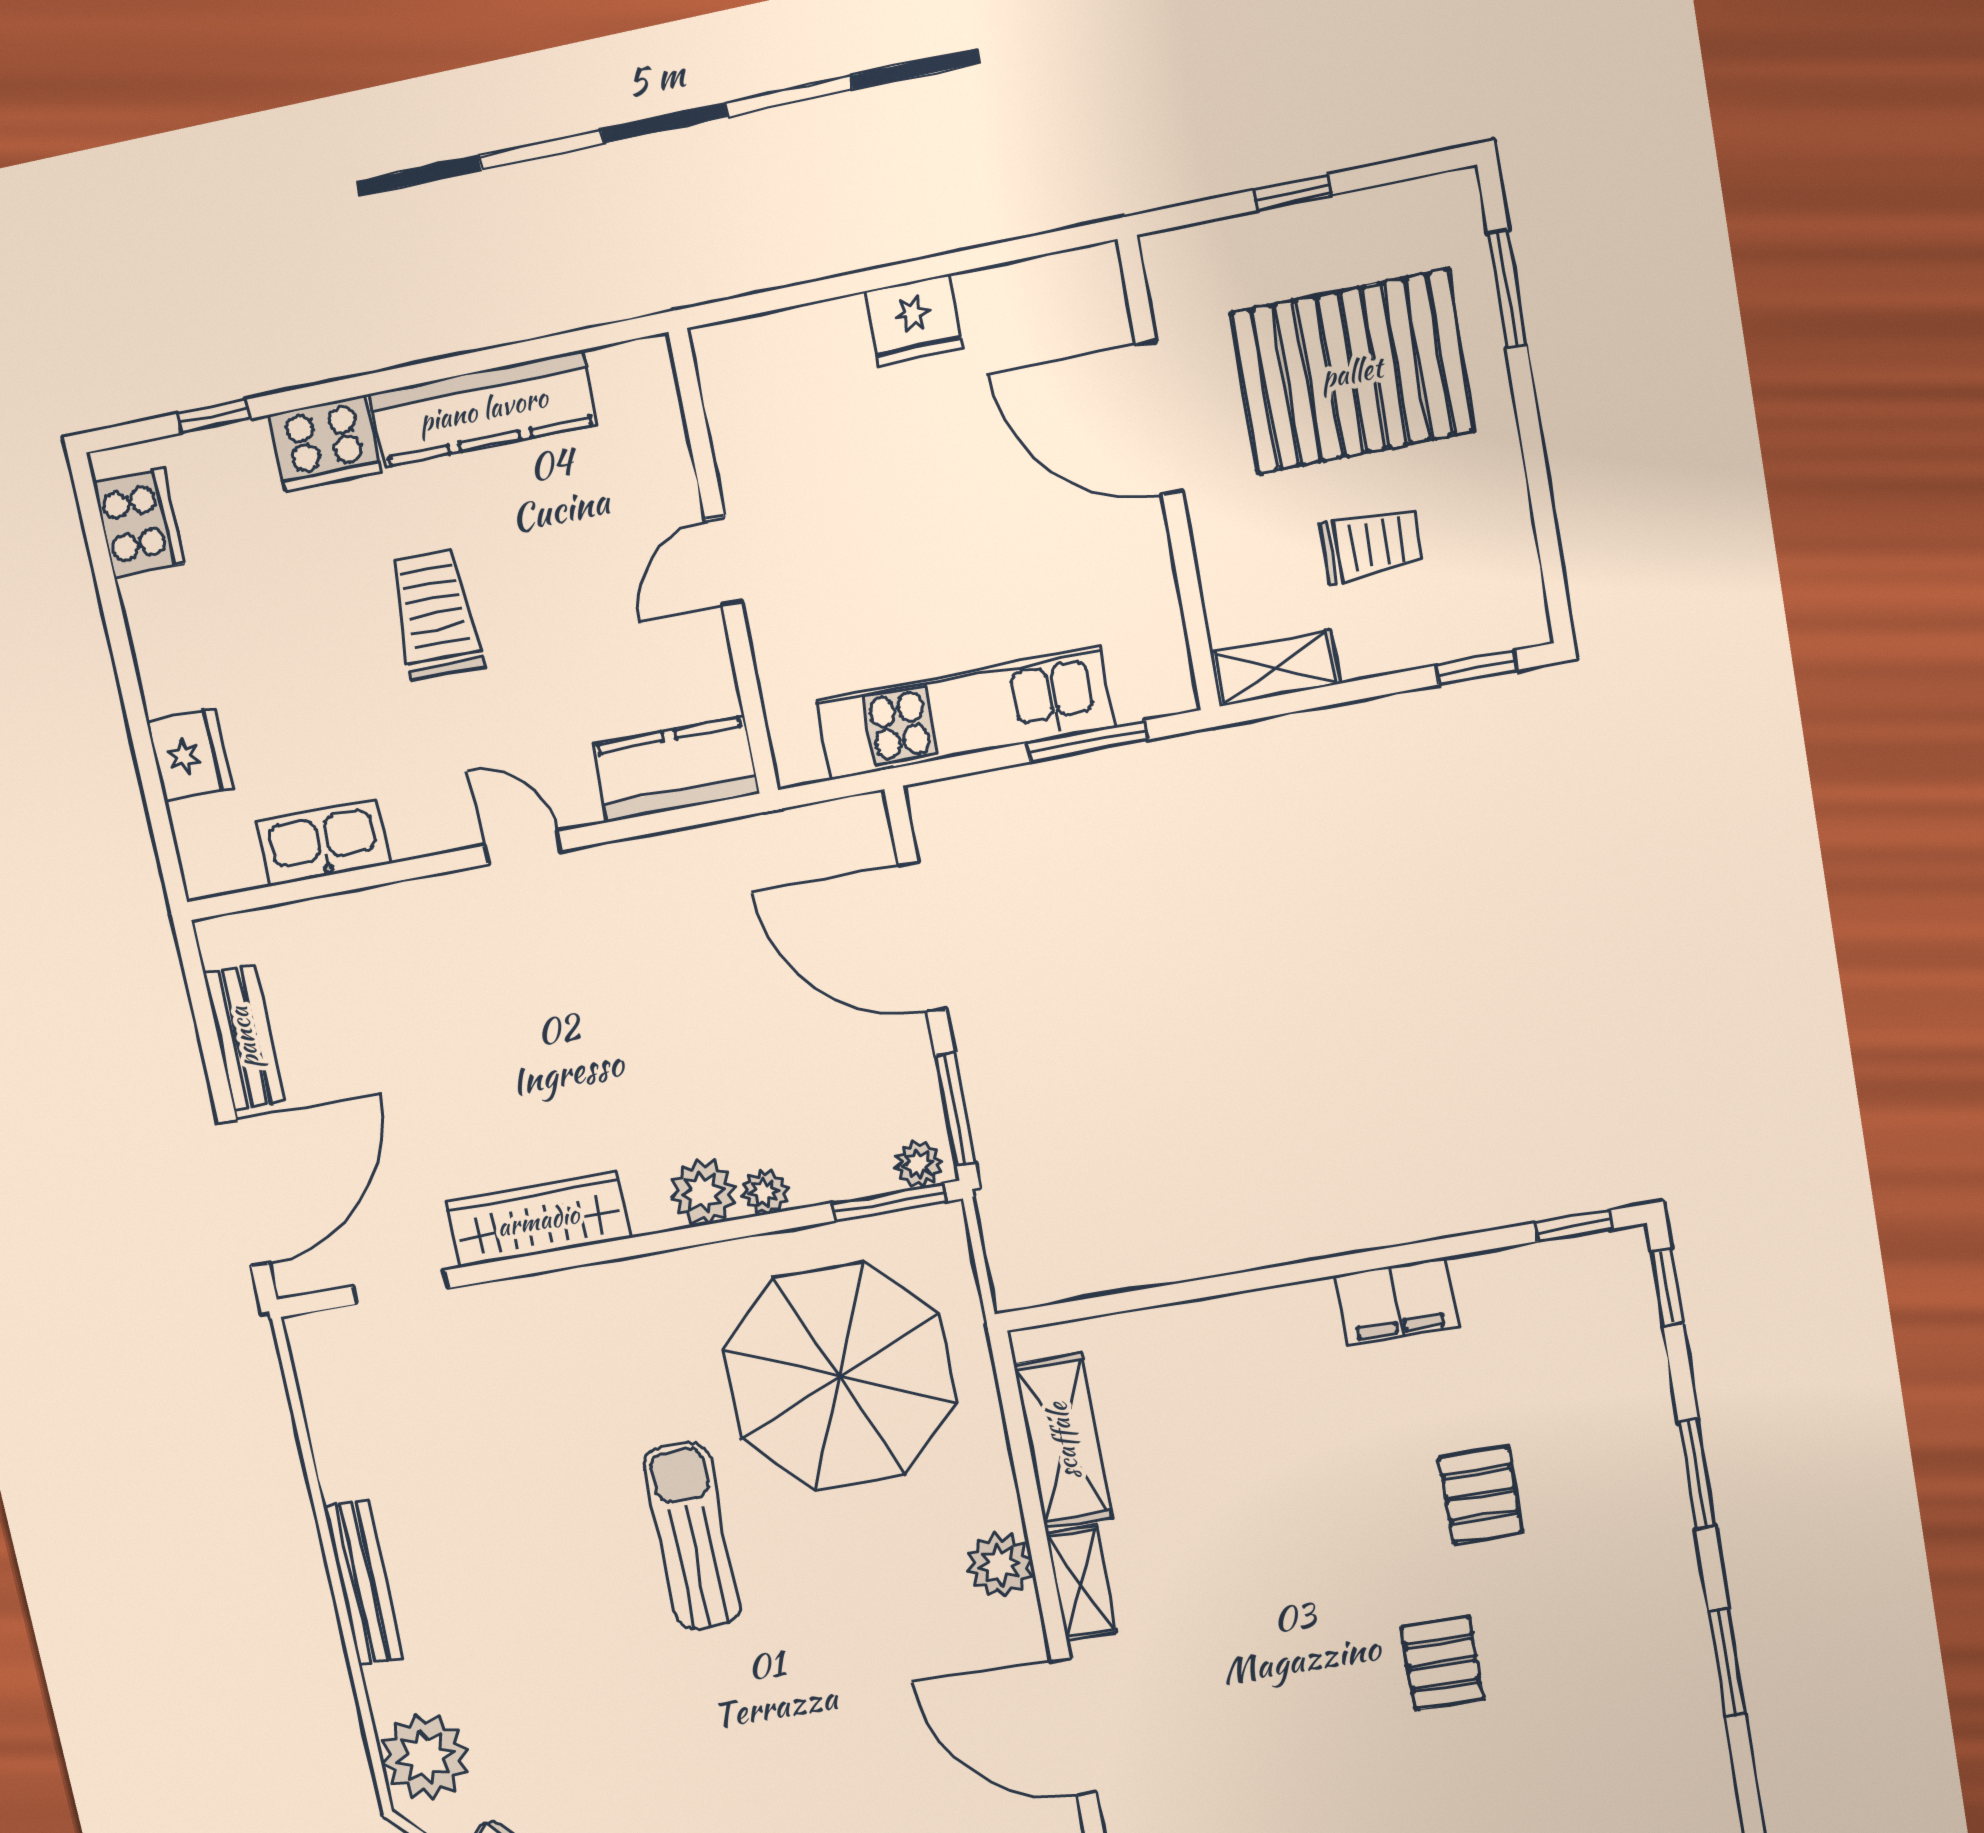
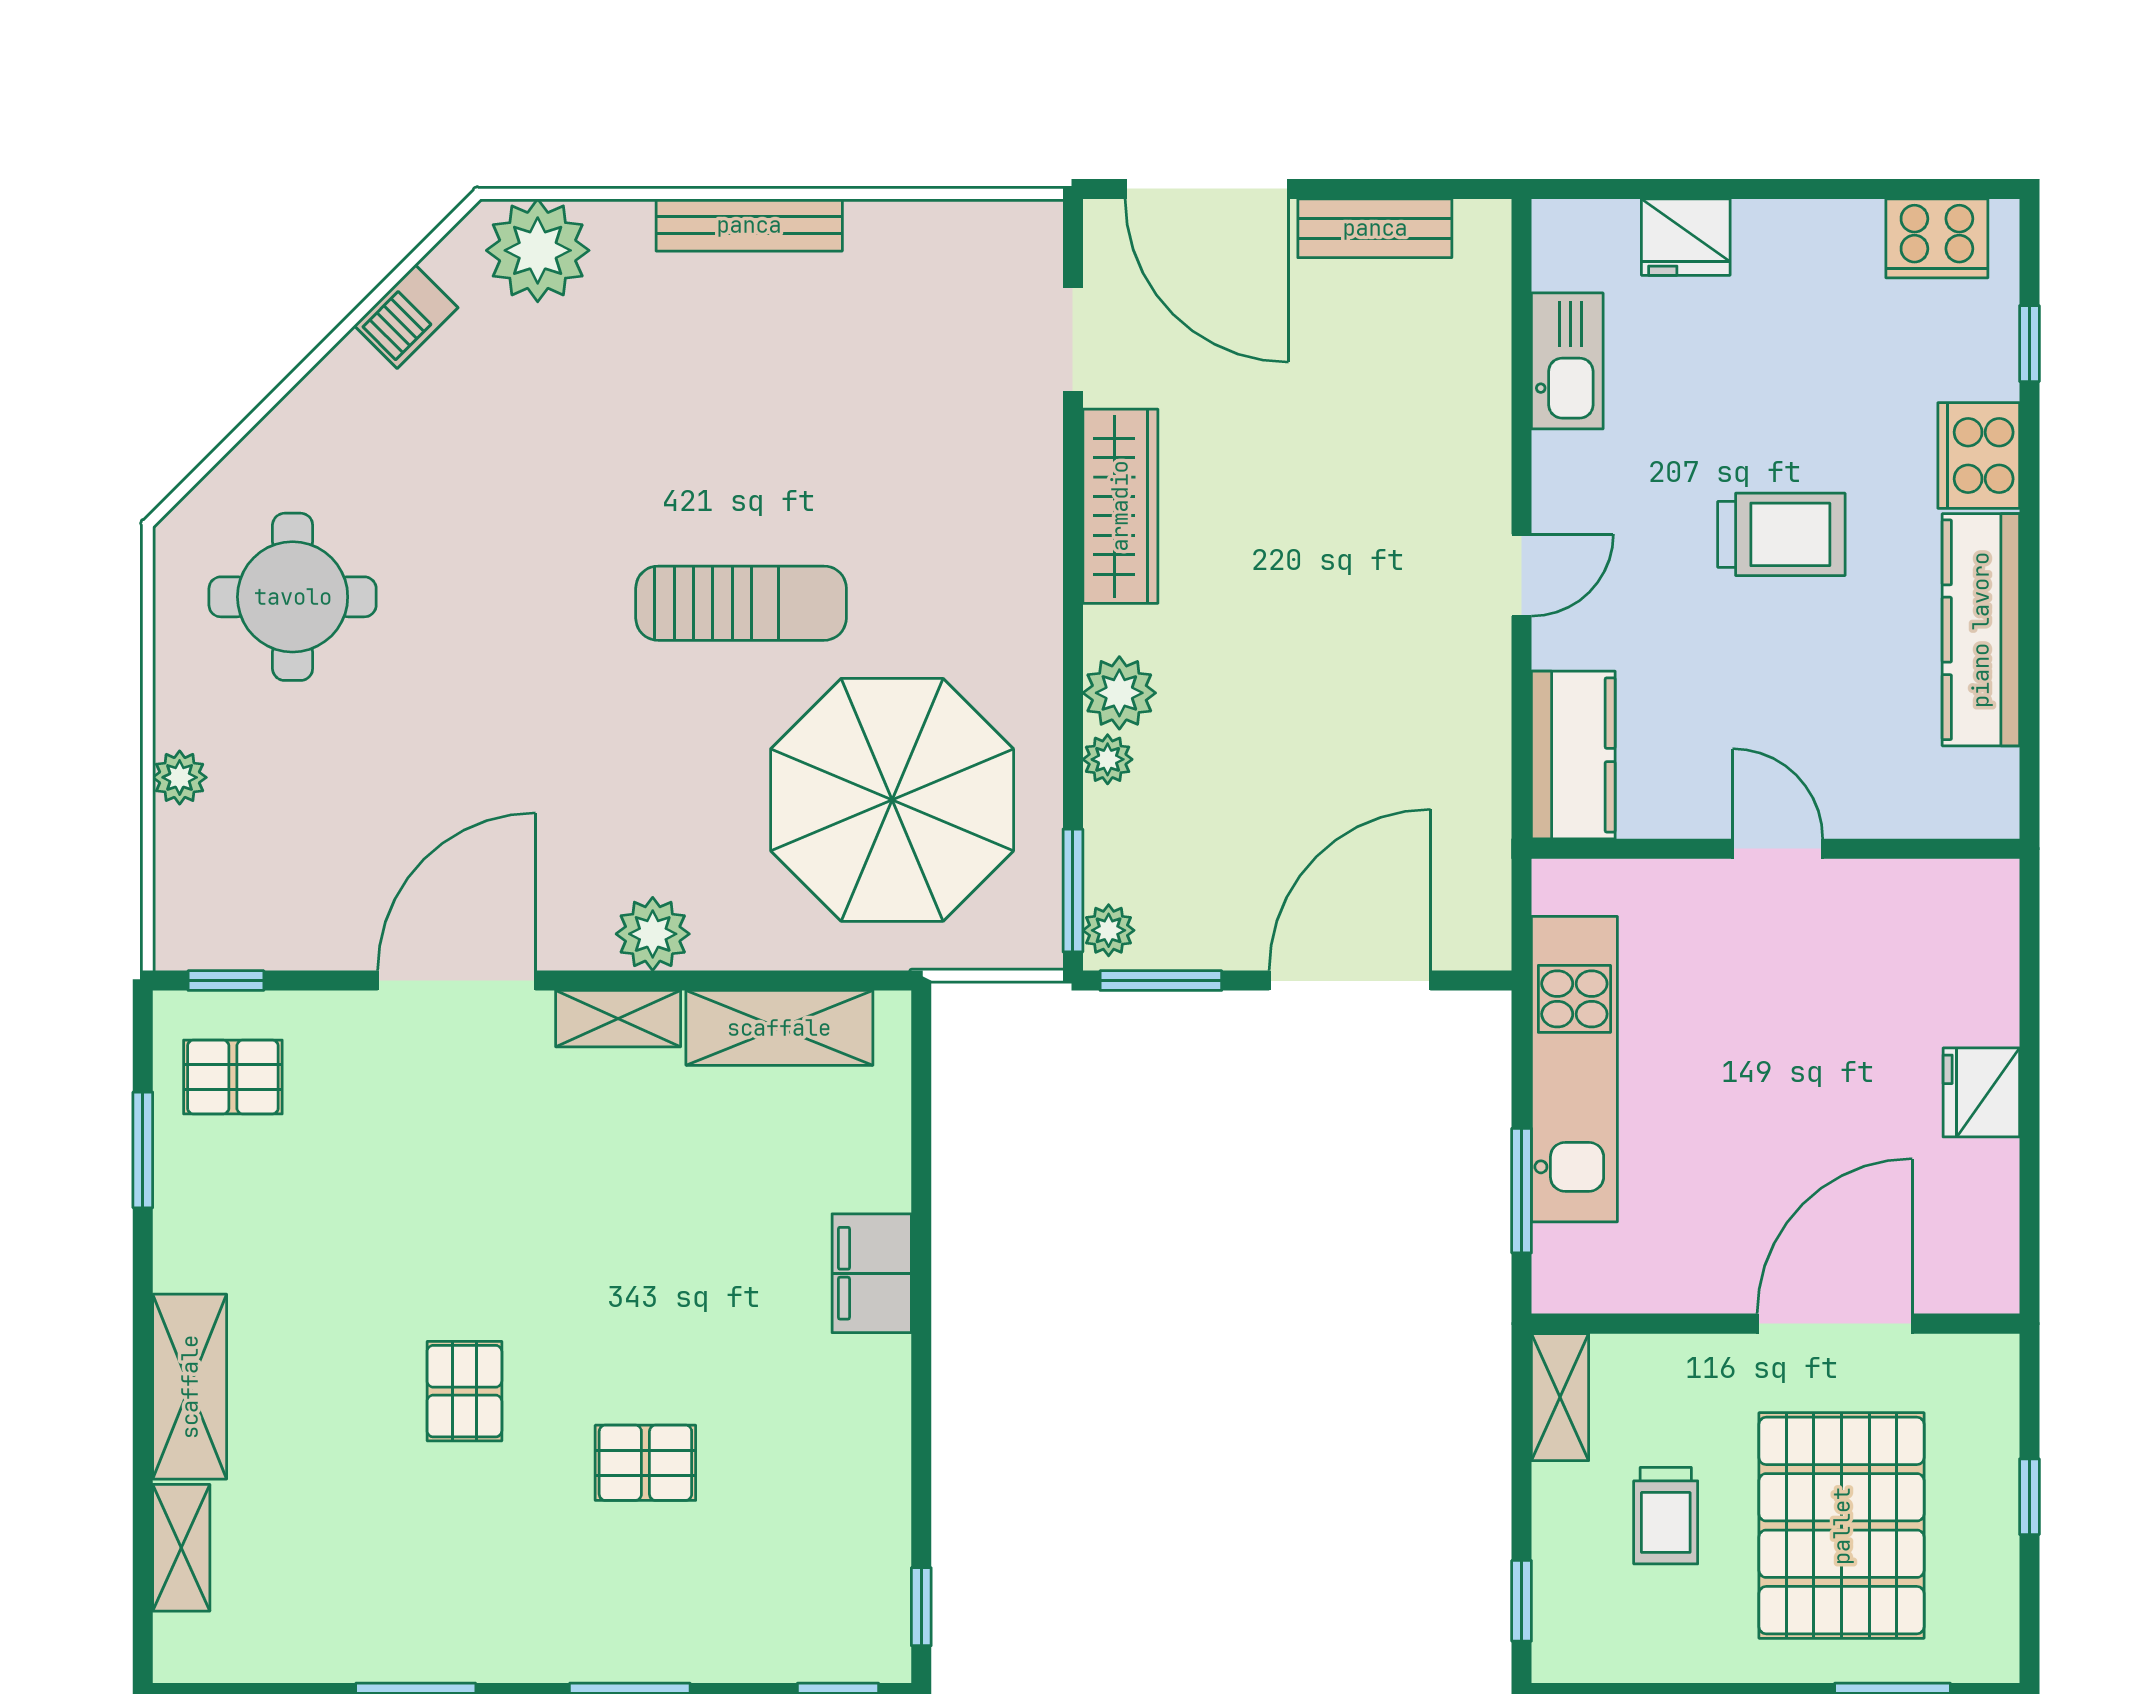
filing cabinet: (1396, 1302) -> (872, 1273), moved
pallet: (1442, 1663) -> (464, 1391), turned 90

